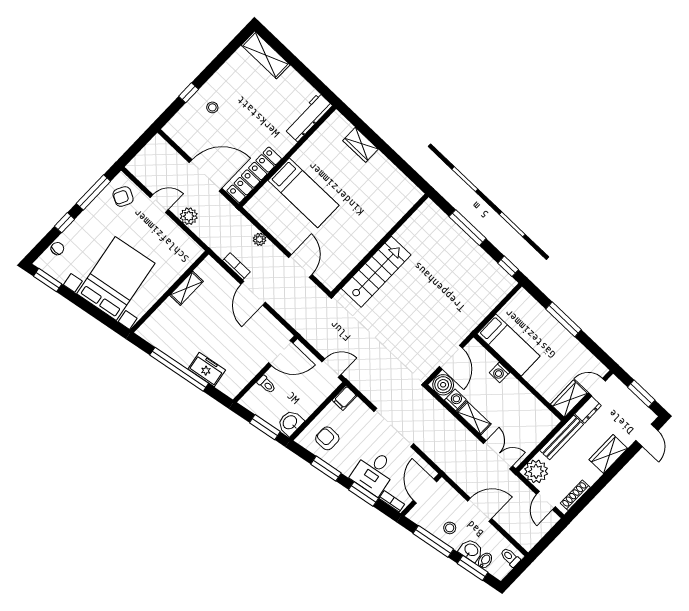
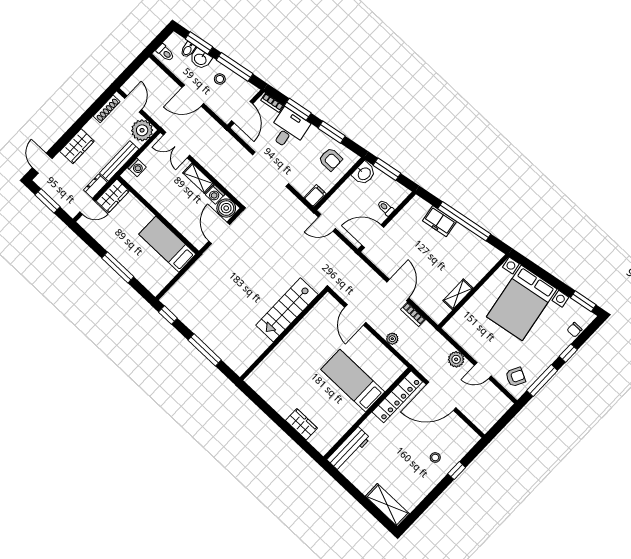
washing machine: (500, 372) -> (137, 167), moved, turned 90

